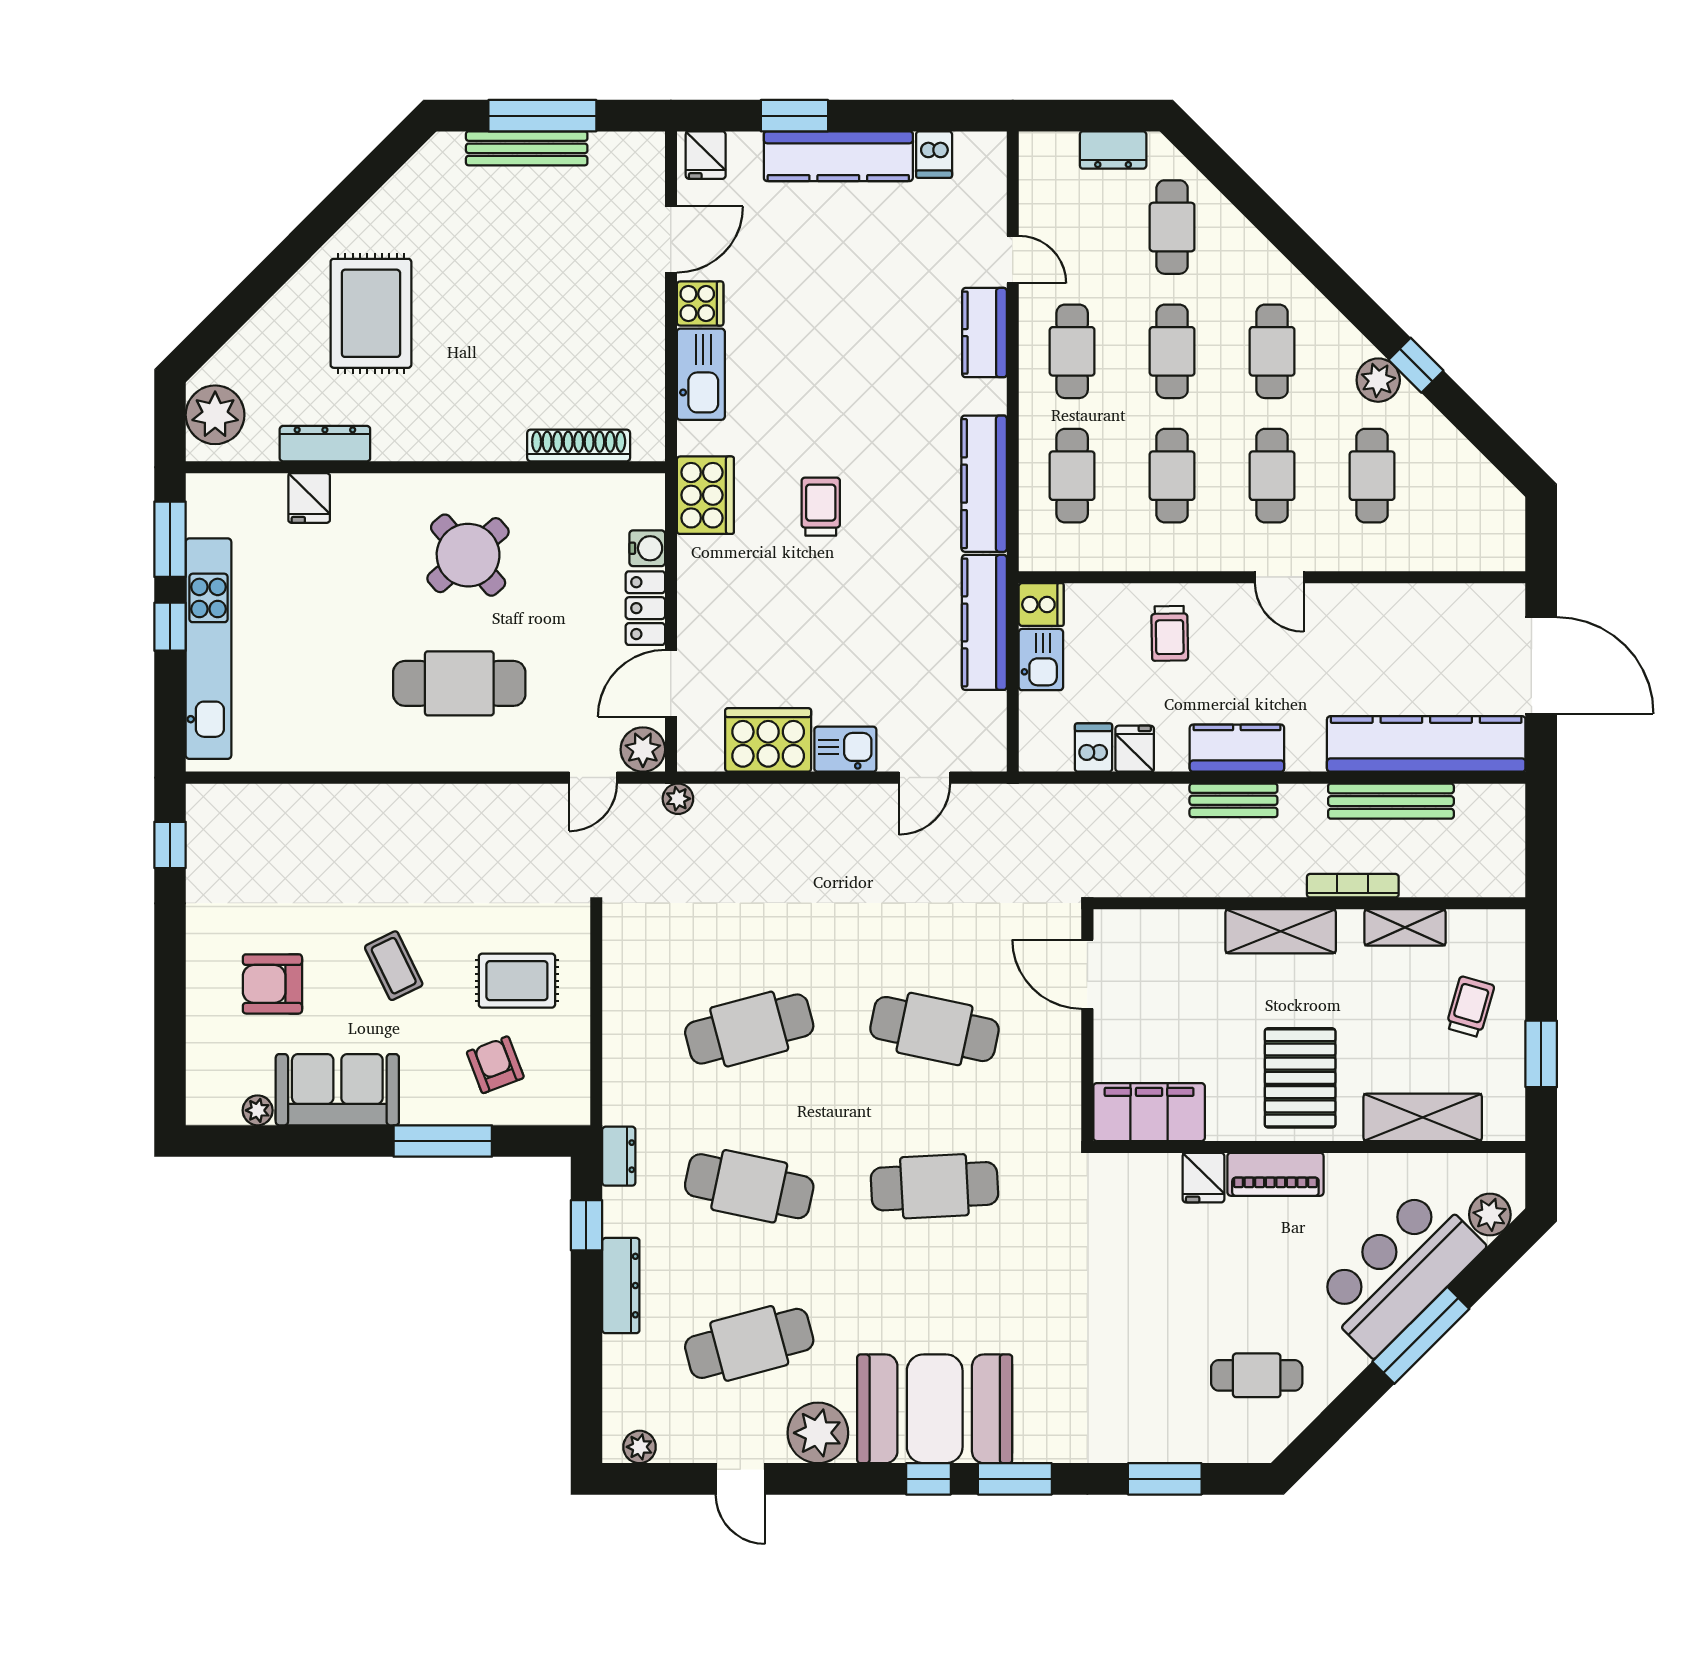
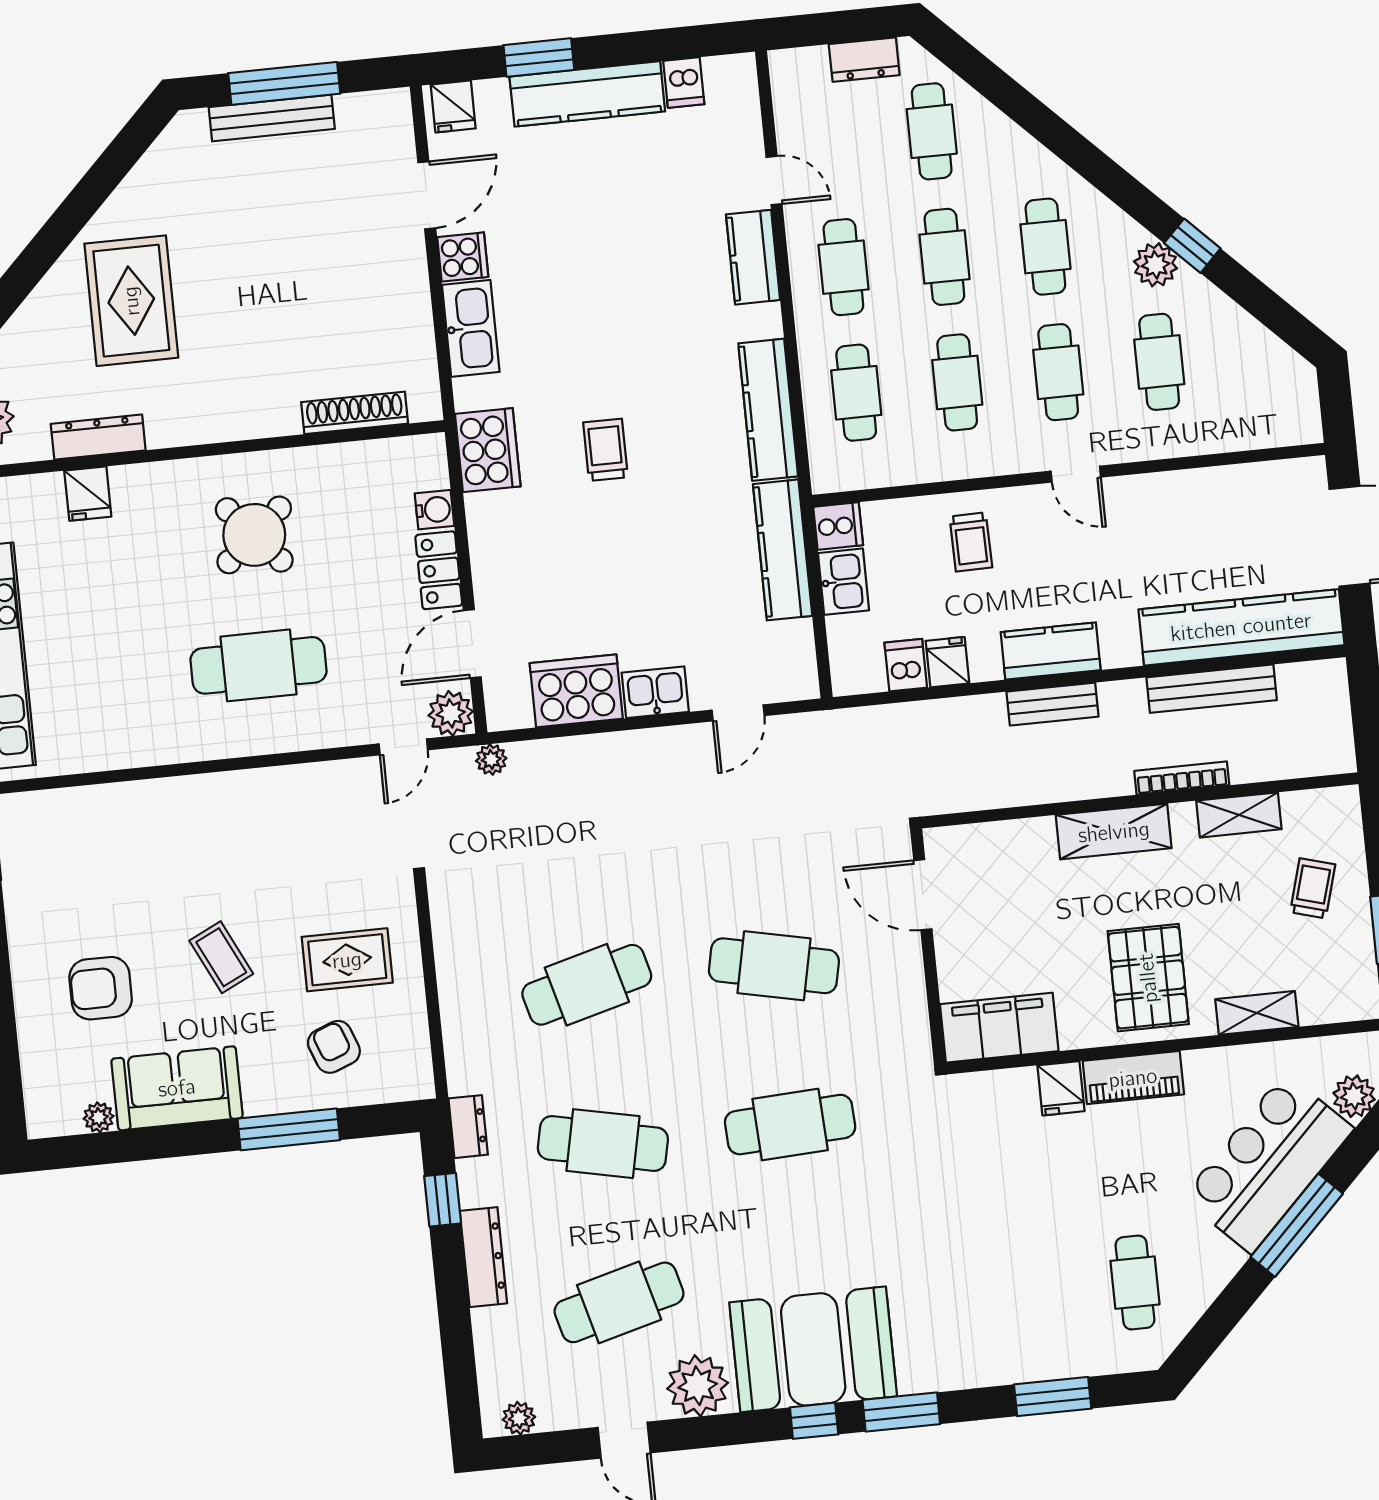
shelving: (1423, 1117) -> (1257, 1013), width x0.67, depth x0.75
cafe table: (1257, 1375) -> (1135, 1283), turned 90

